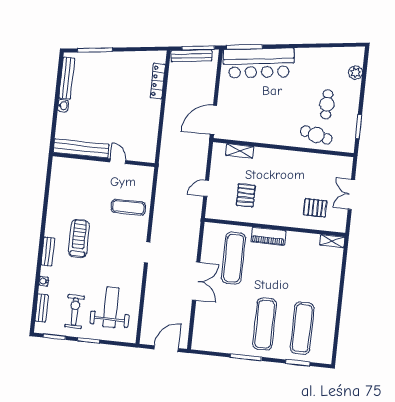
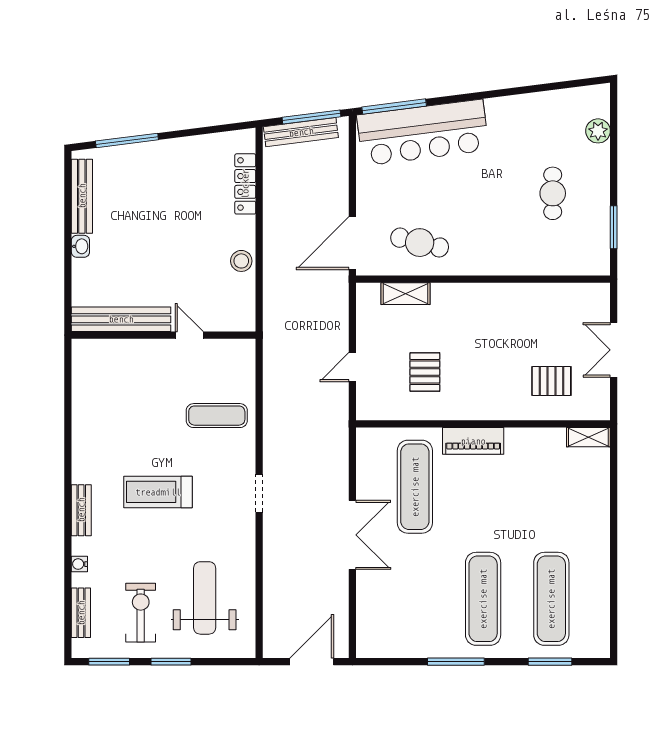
stool: (151, 123) -> (241, 261), added
cafe table: (316, 135) -> (420, 243), moved
treadmill: (79, 239) -> (158, 492), moved, turned -90

